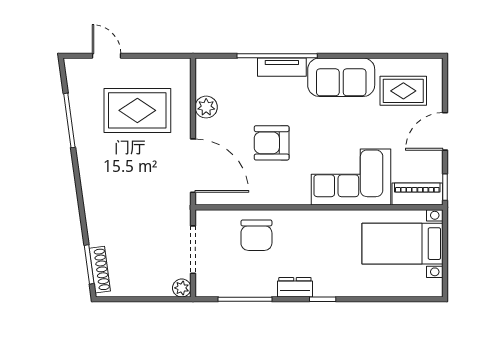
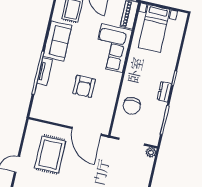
plant: (206, 107) -> (57, 117), removed
door: (193, 166) -> (87, 131), swing flipped
chair: (256, 235) -> (132, 106), turned 90

